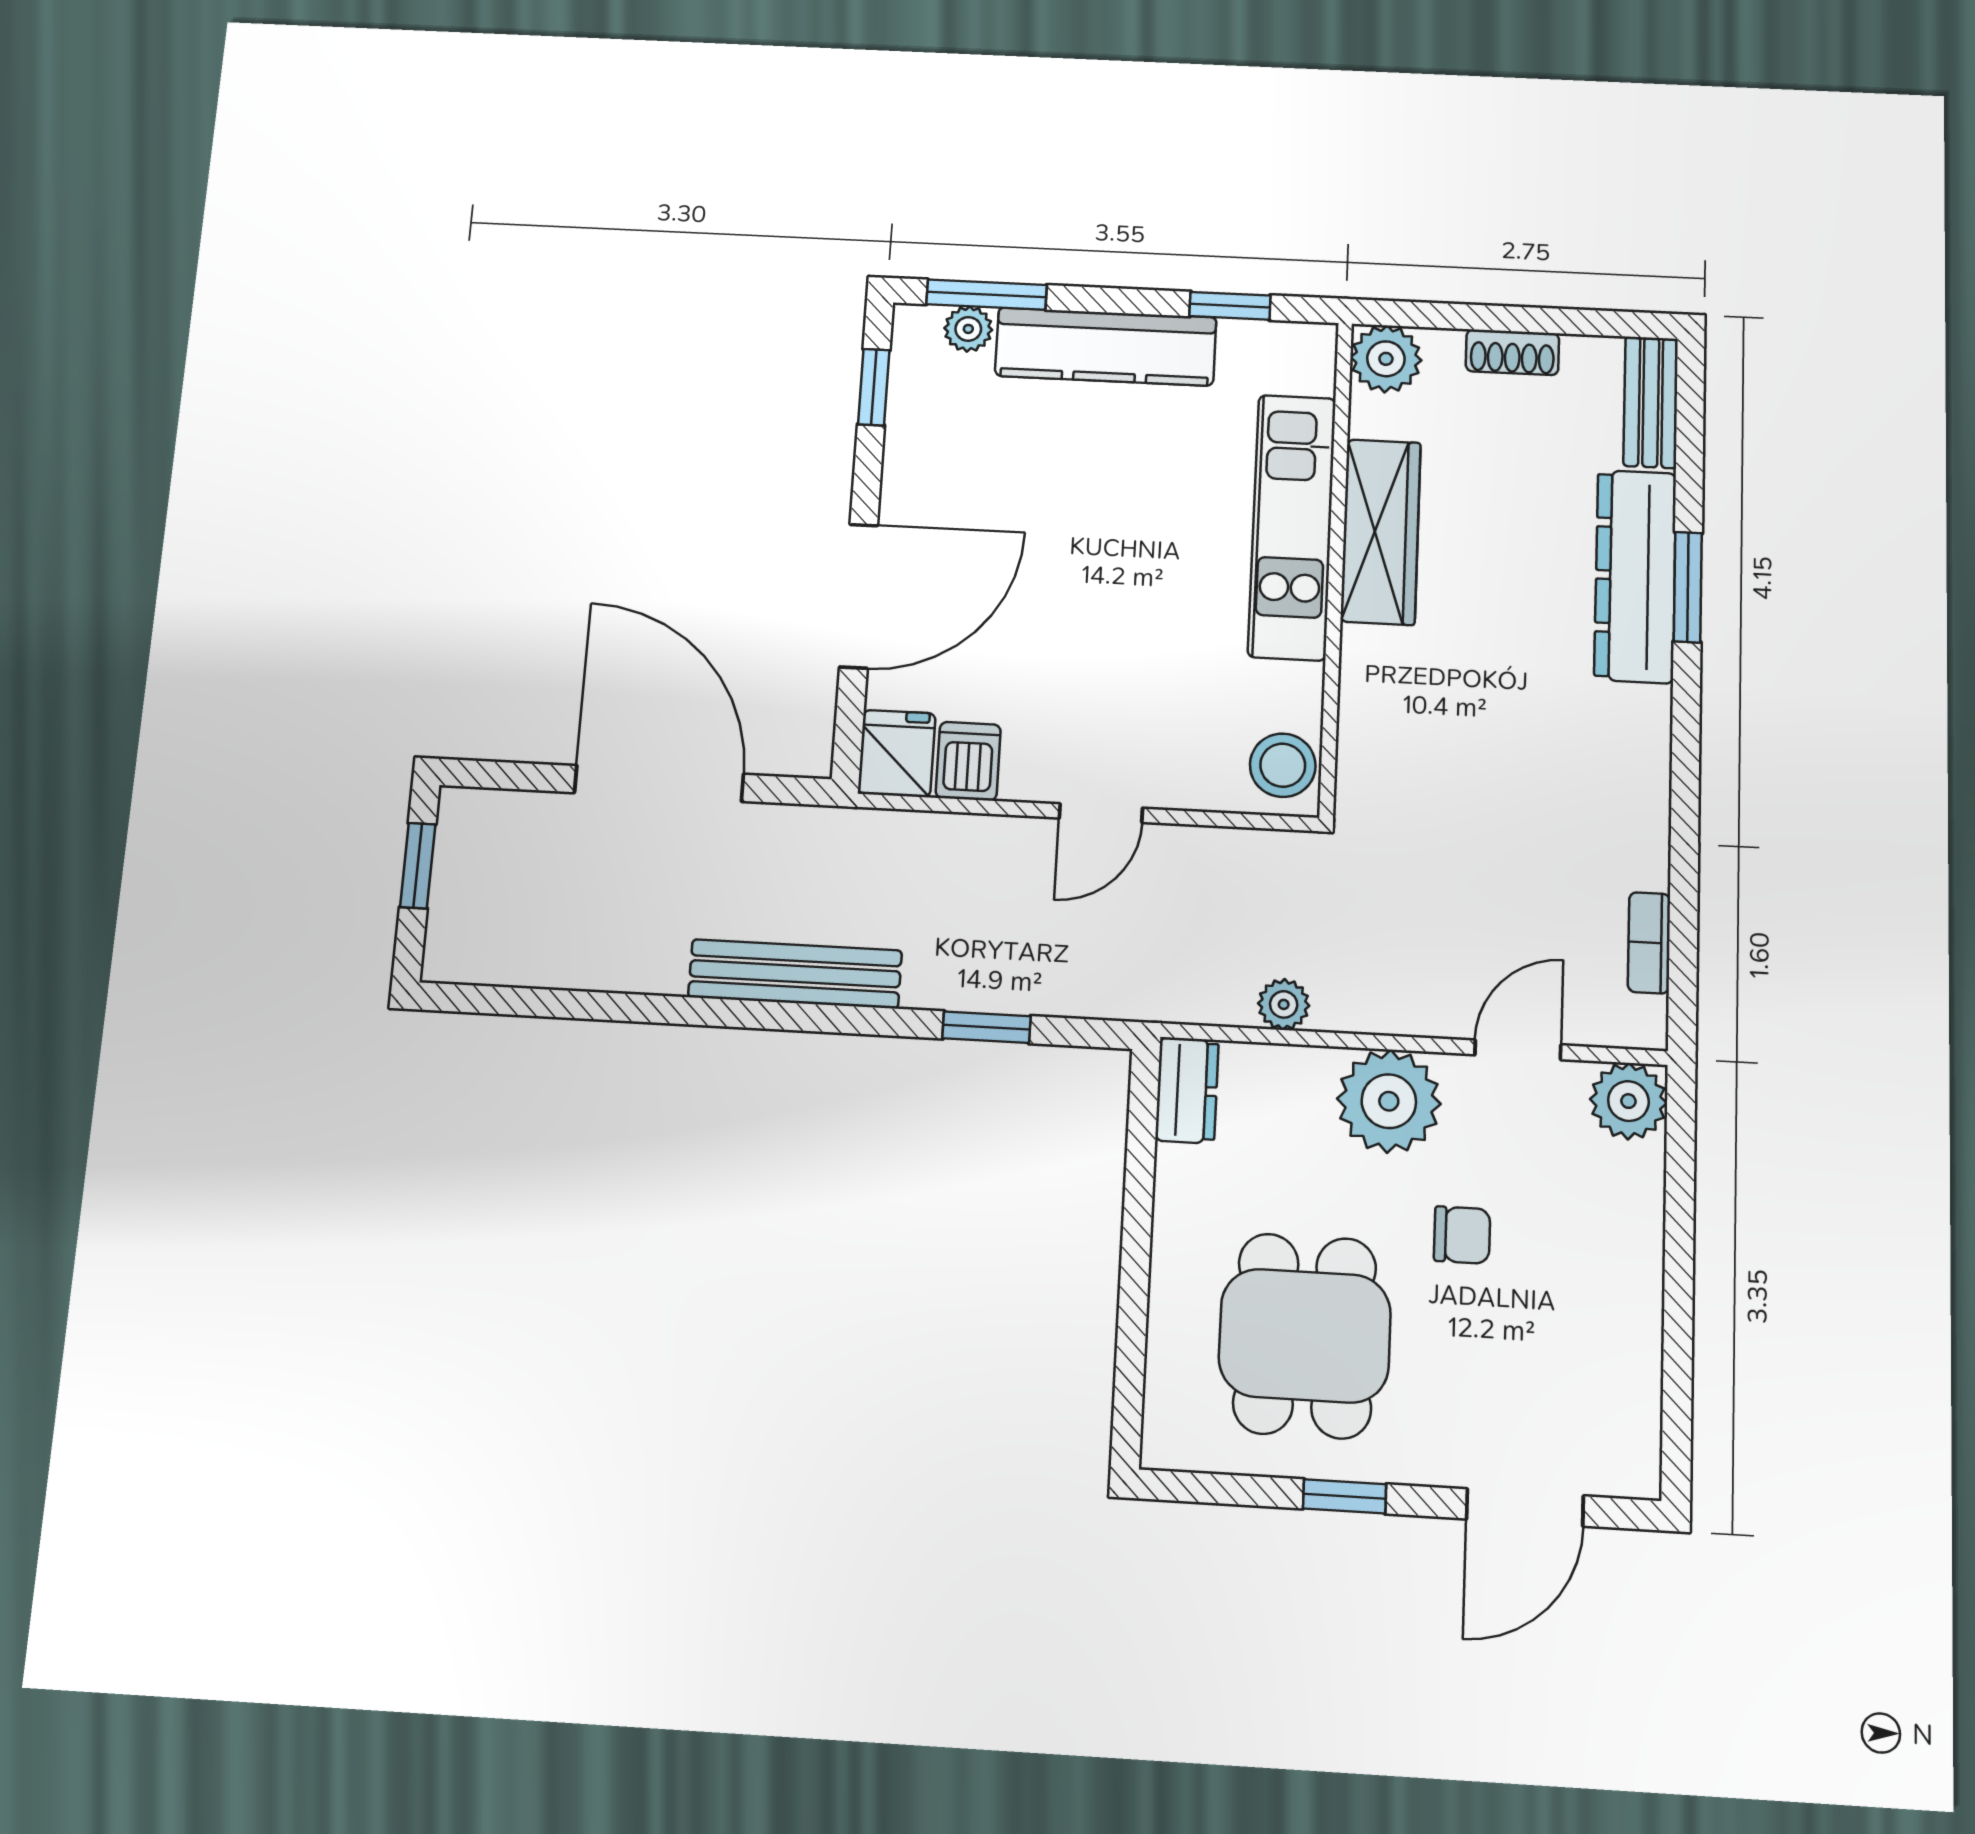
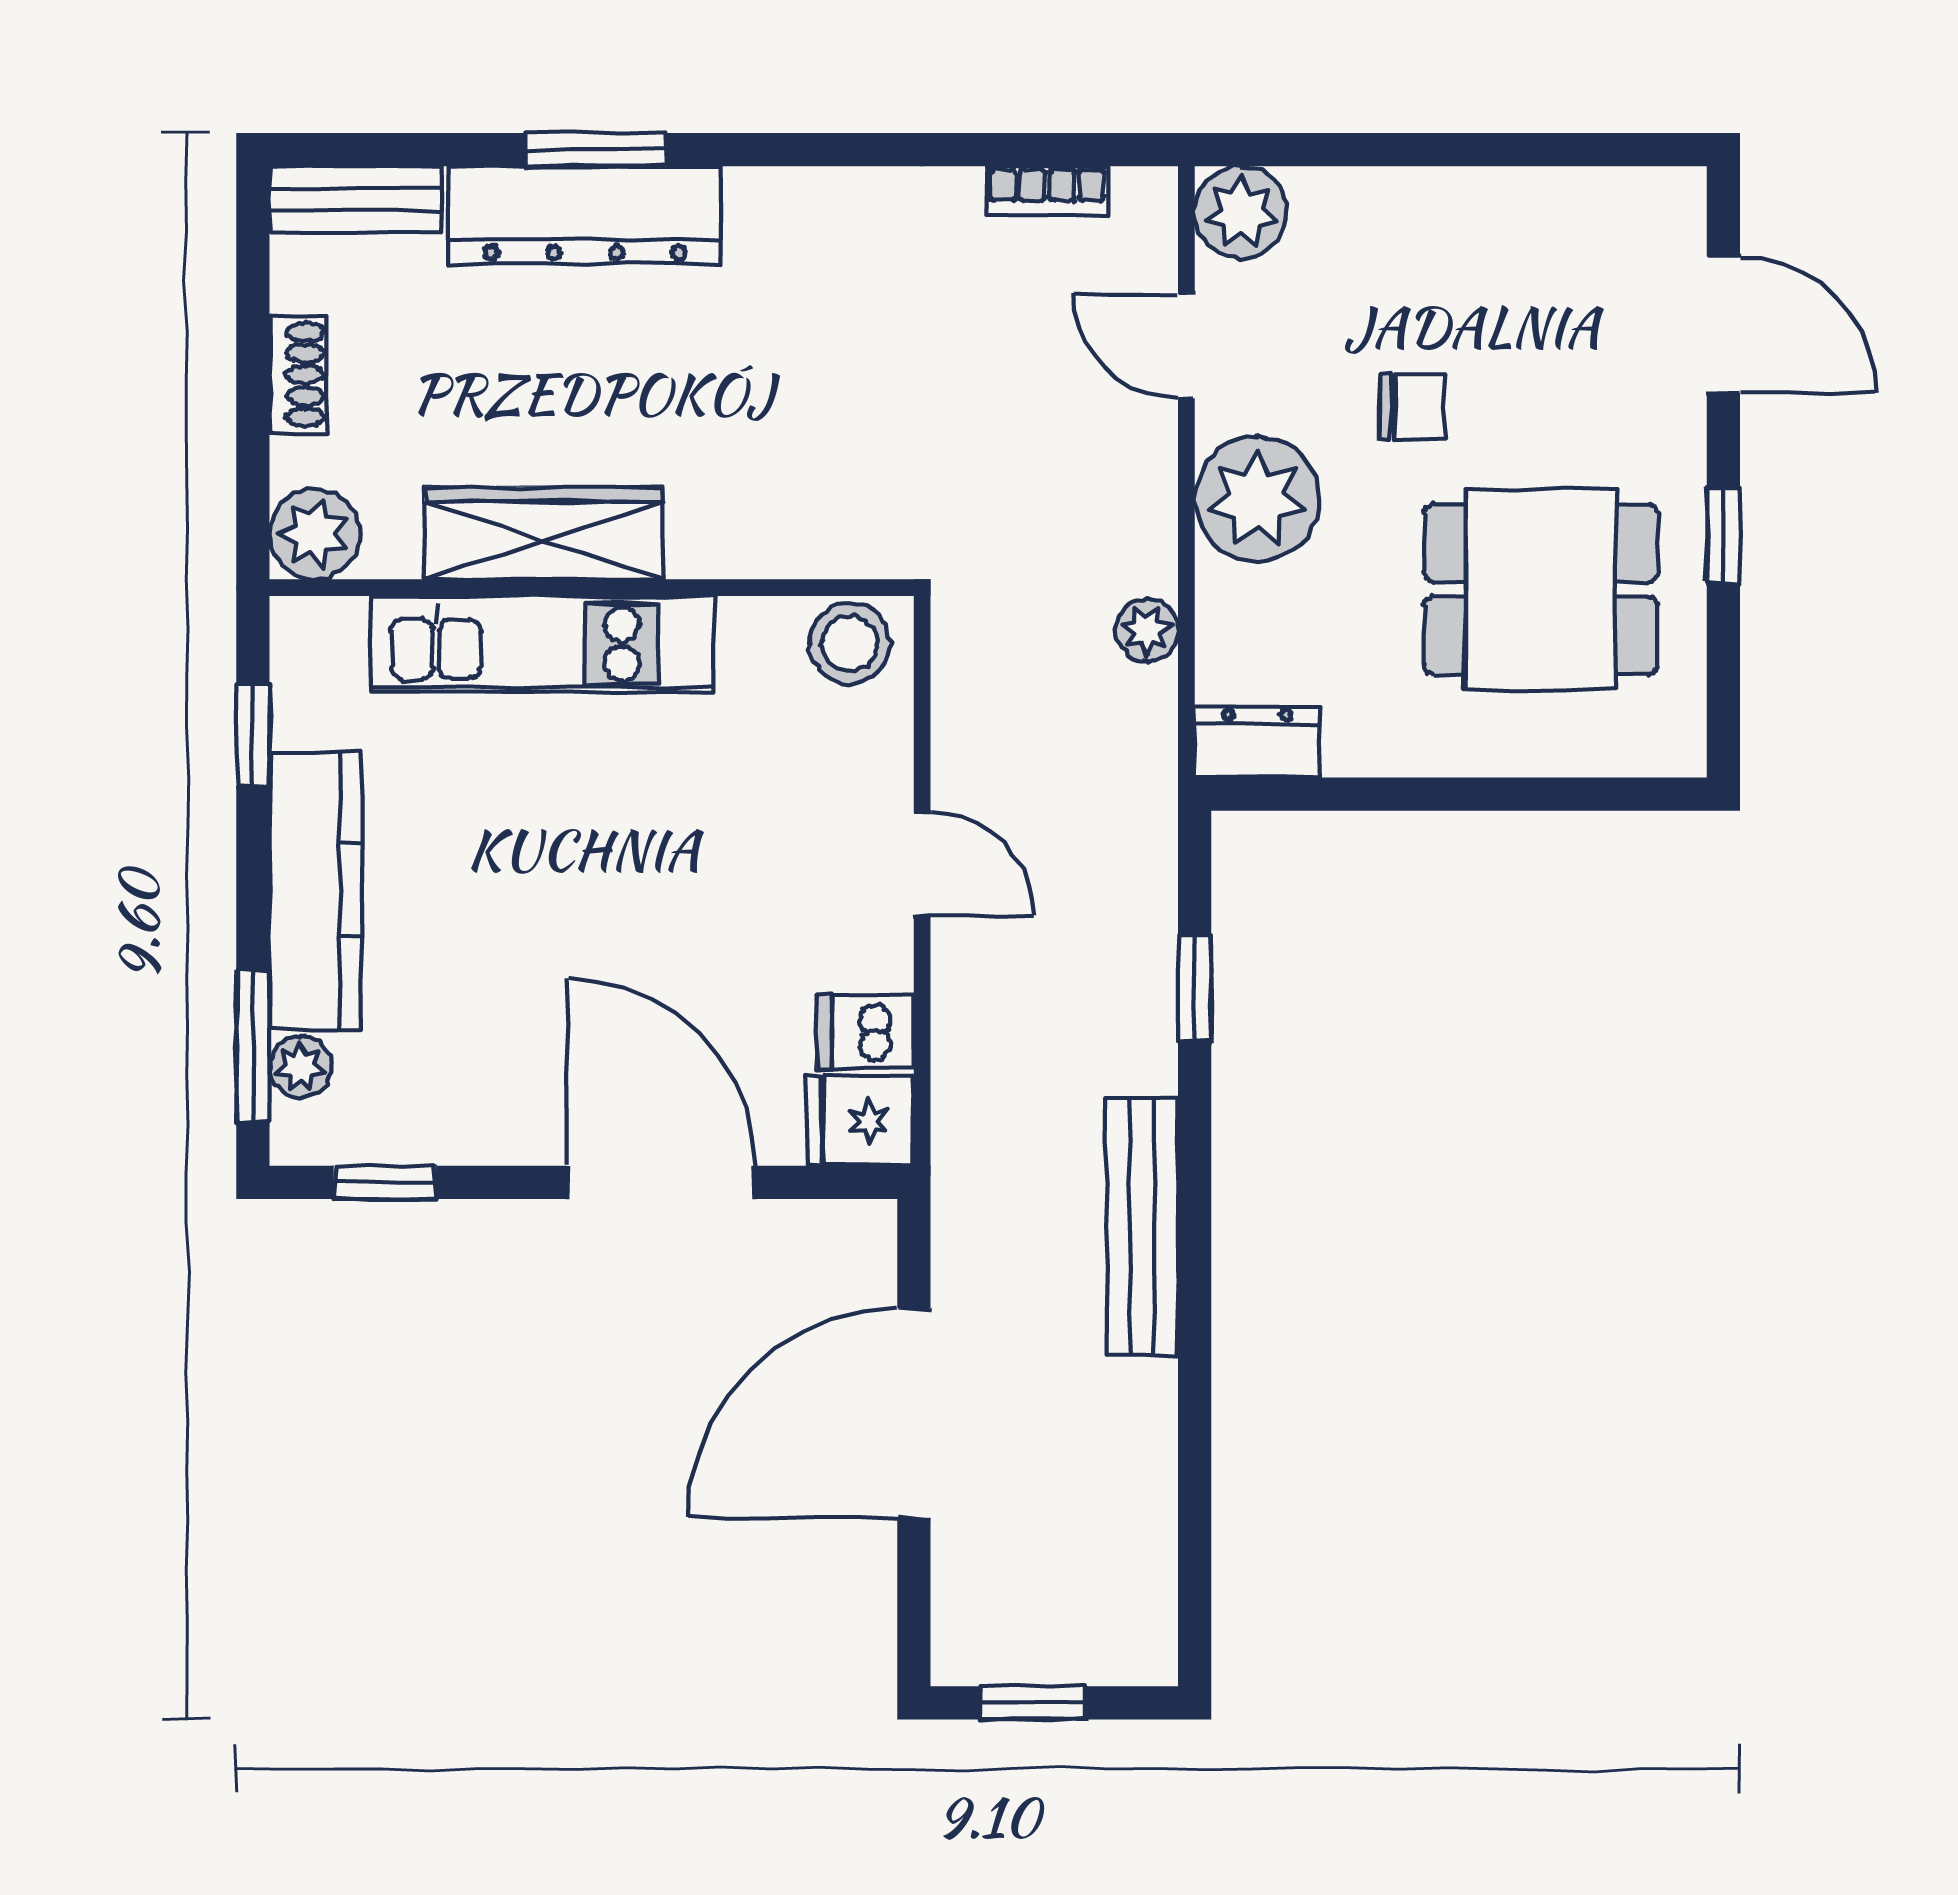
chair: (1462, 1235) -> (1412, 407), turned 90

